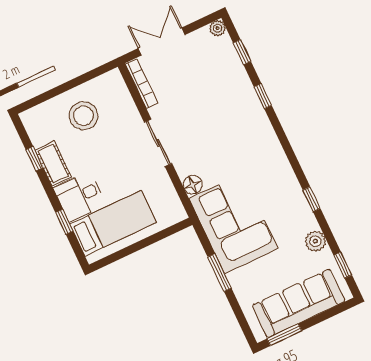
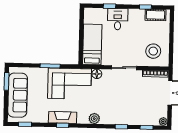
stool: (83, 116) -> (153, 51), moved
cot: (53, 164) -> (156, 15), moved
fireplace: (298, 206) -> (63, 117), added
bed: (113, 223) -> (92, 44), moved, turned 180
plant: (315, 241) -> (94, 119), moved

